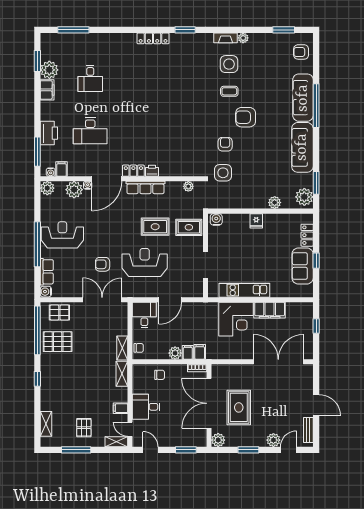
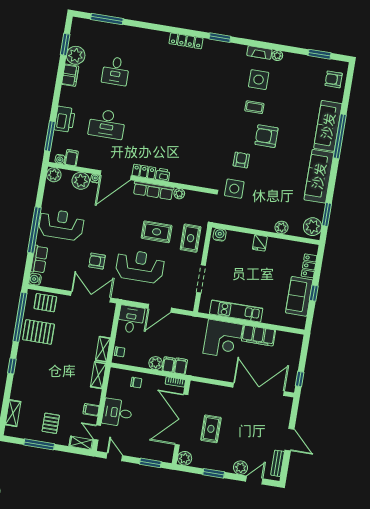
plant: (188, 186) -> (179, 194), moved
rug: (189, 227) -> (191, 238), turned 90
window: (316, 326) -> (300, 379), moved
rug: (239, 407) -> (211, 429), width x0.73, depth x0.70

